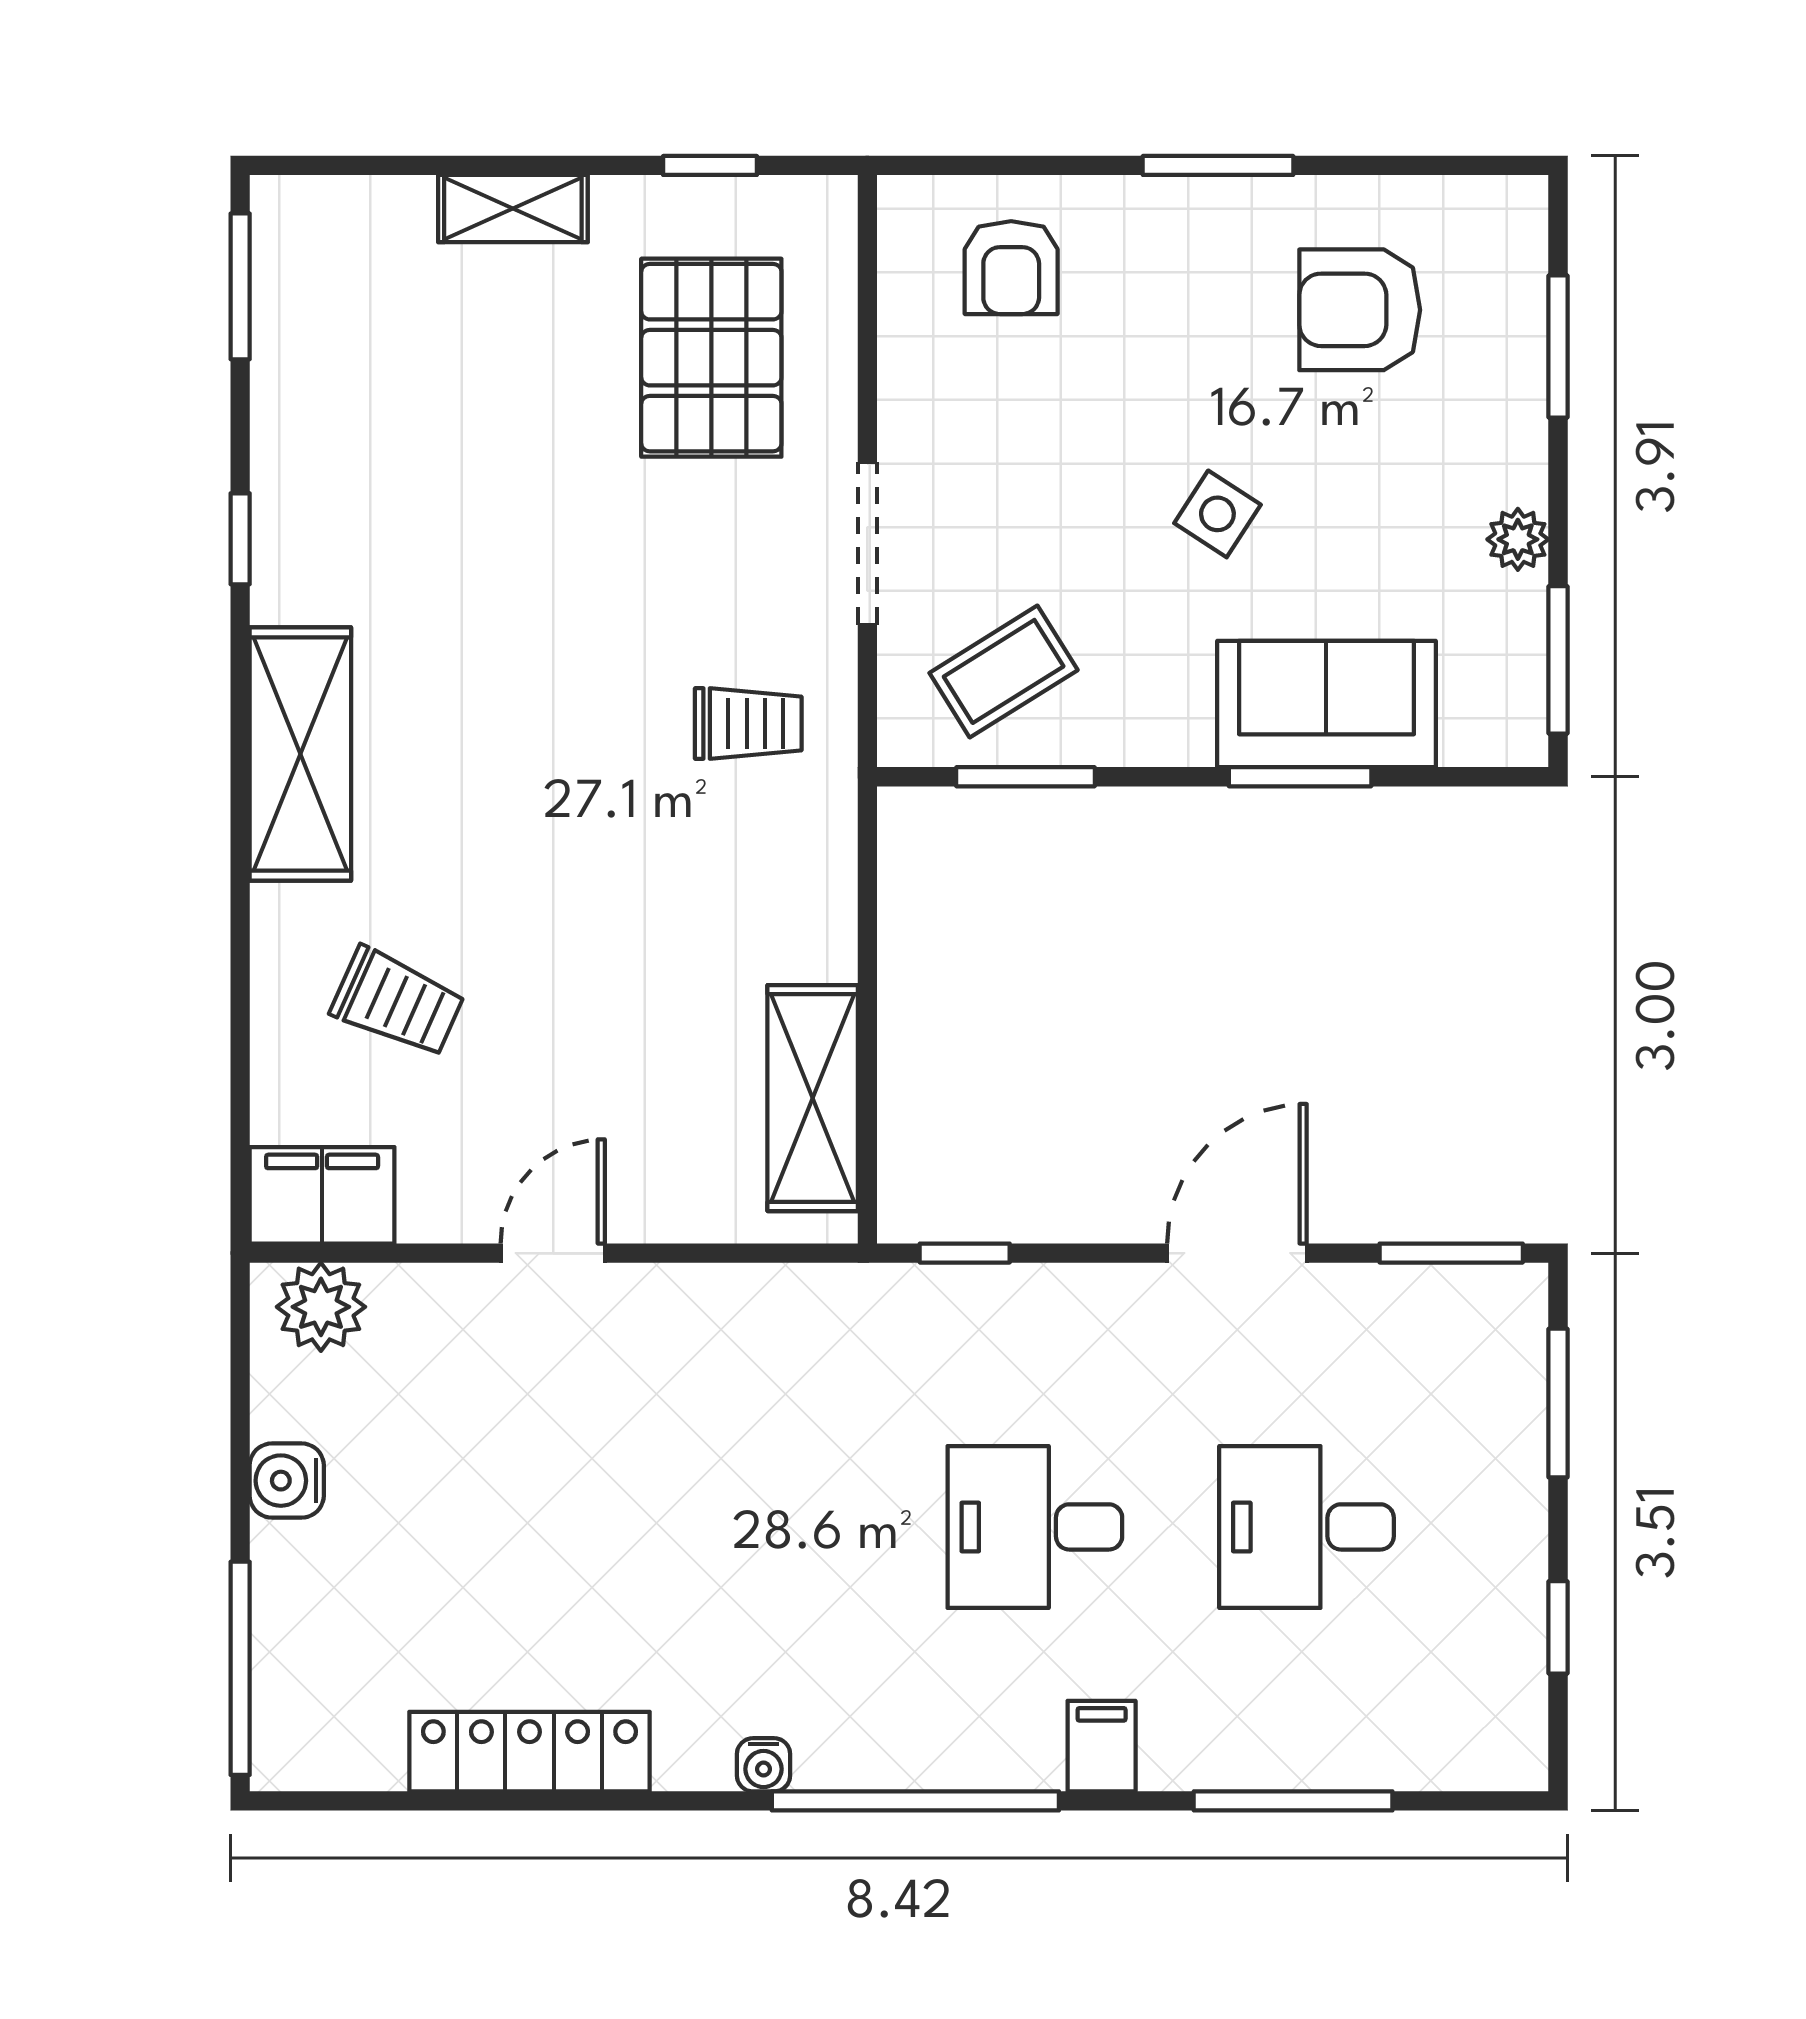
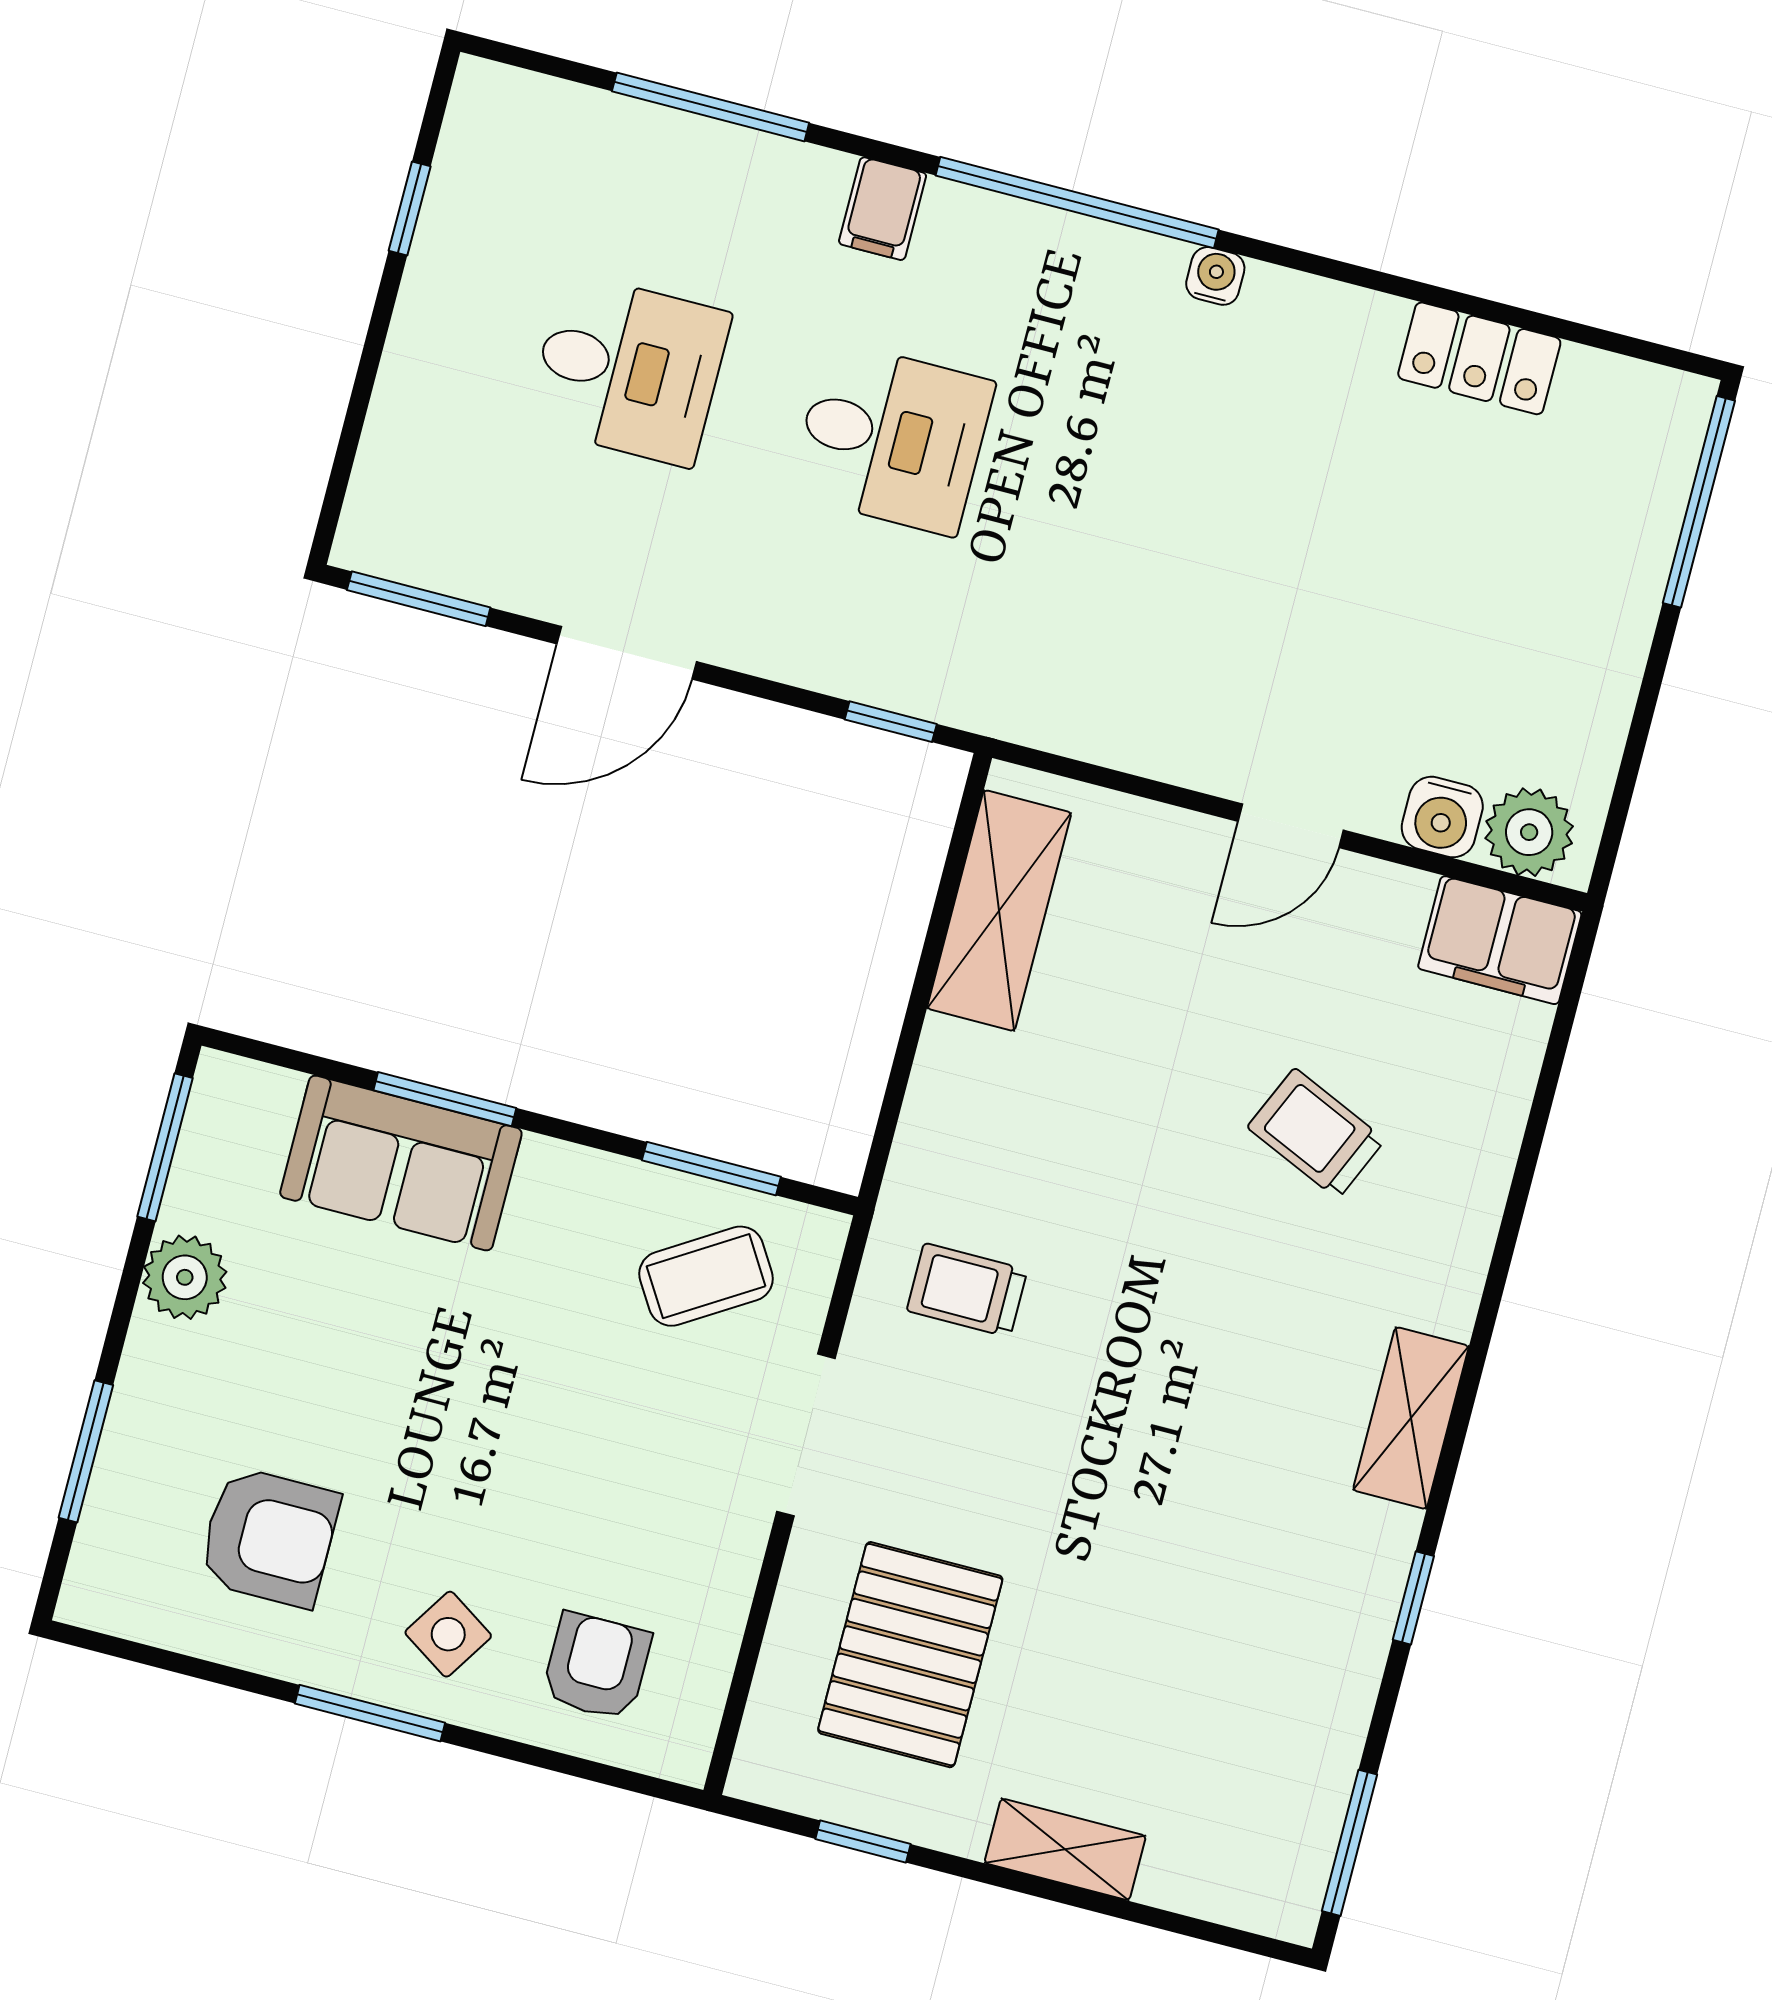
side table: (1217, 514) -> (448, 1634), moved
plant: (1518, 539) -> (185, 1277), width x1.38, depth x1.38
shelving: (300, 754) -> (1411, 1418), width x0.67, depth x0.75
trolley: (398, 1002) -> (1316, 1133), moved
window: (1558, 1403) -> (353, 426), removed
water cooler: (287, 1481) -> (1442, 817), moved, turned 90
locker: (530, 1752) -> (1479, 358), width x0.66

